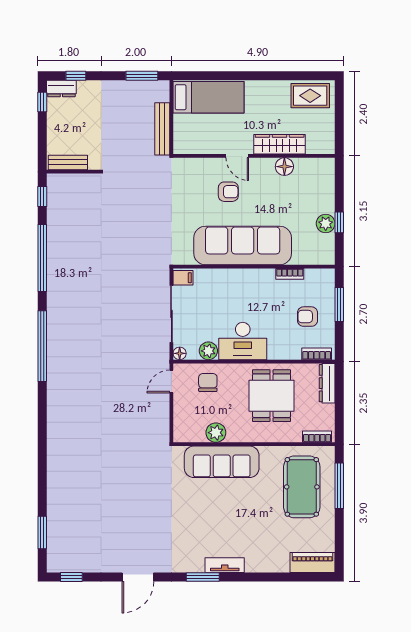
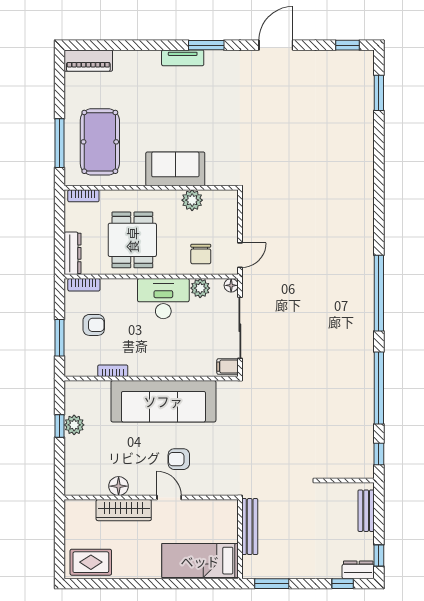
bench: (68, 162) -> (366, 511), moved, turned 90
sofa: (222, 462) -> (175, 169), width x0.73

